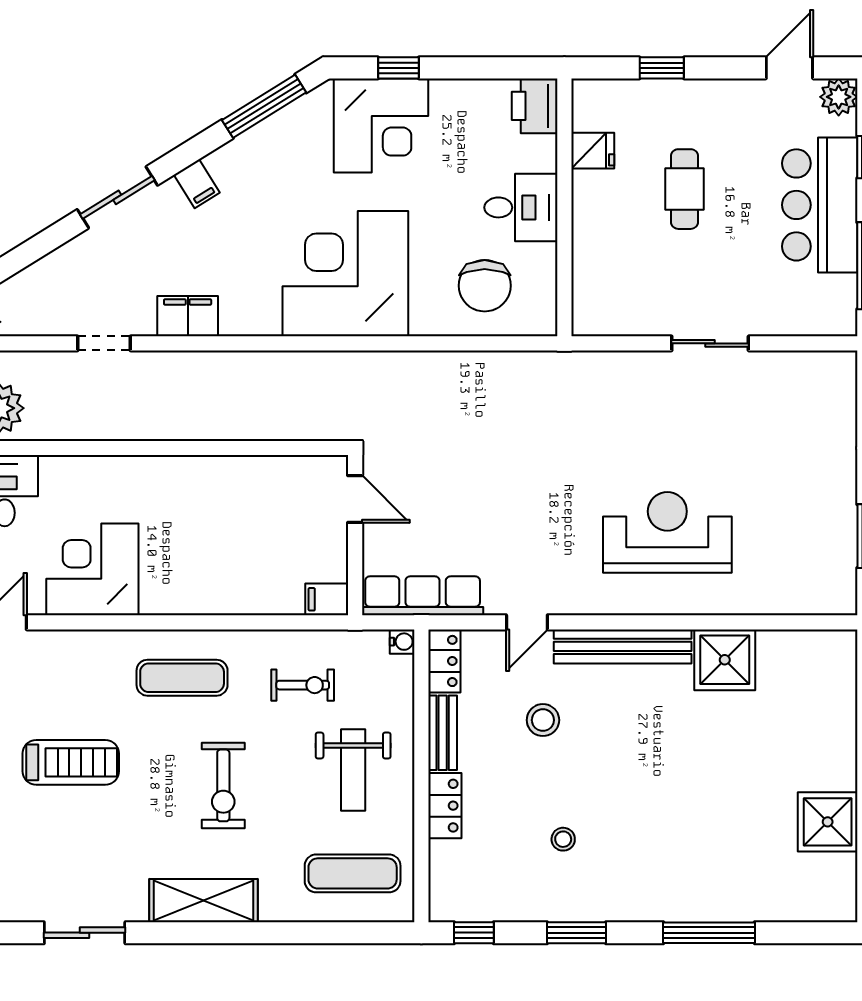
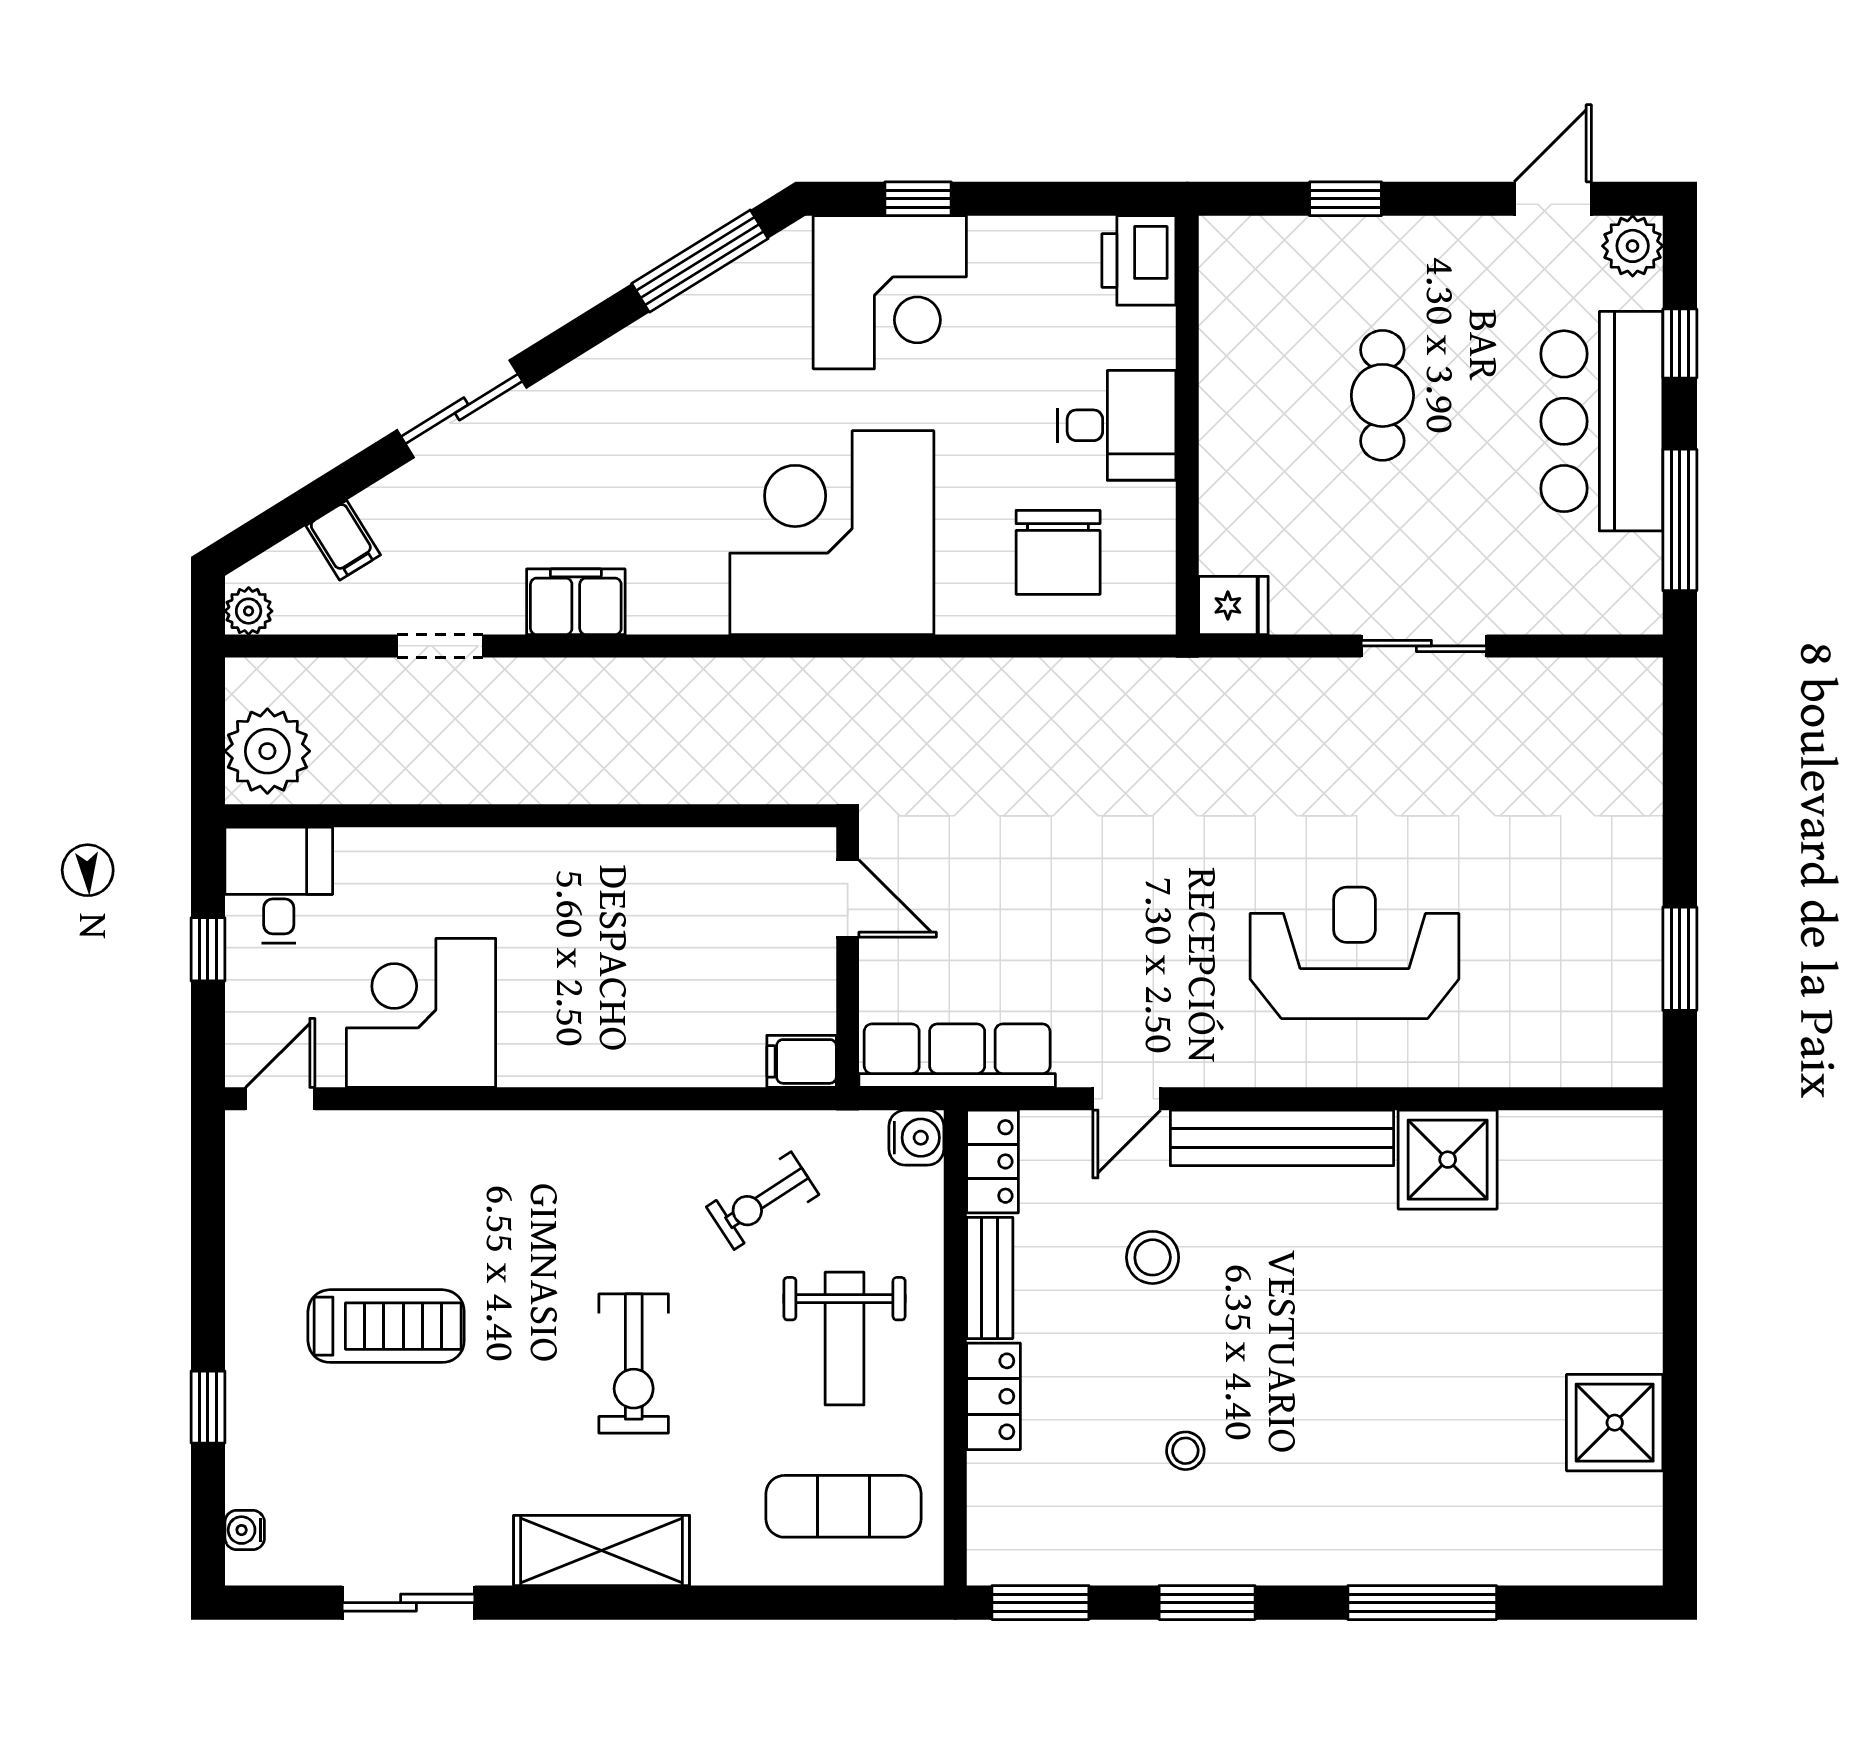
fridge: (593, 151) -> (1233, 605), moved
filing cabinet: (197, 184) -> (343, 540), moved
water cooler: (402, 642) -> (916, 1138), width x1.38, depth x1.38
exercise mat: (182, 678) -> (567, 1189), removed
exercise bike: (303, 685) -> (763, 1201), turned 147
window: (474, 933) -> (1040, 1603), width x1.50

